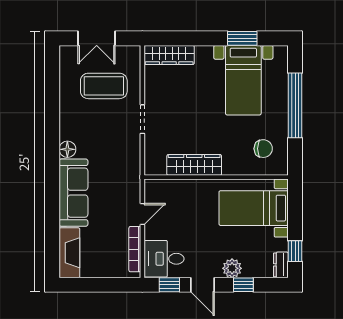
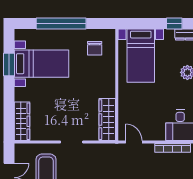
chair: (263, 149) -> (95, 48), turned 180
wardrobe: (194, 165) -> (107, 120), moved
door: (142, 214) -> (134, 142), moved

